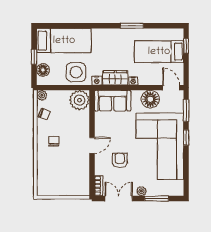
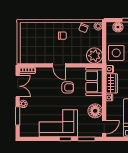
corner sofa: (160, 146) -> (58, 123), width x0.73, depth x0.74
armchair: (120, 160) -> (68, 87), moved

